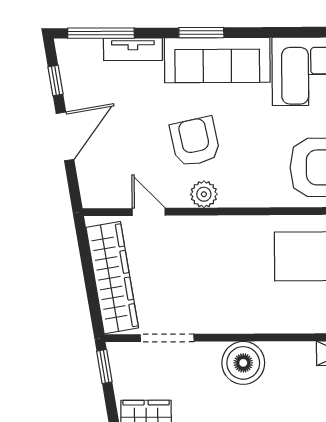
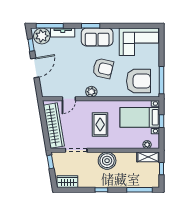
plant: (82, 58) -> (42, 36), added
sofa: (217, 60) -> (97, 37), width x0.73
armchair: (195, 142) -> (103, 68), moved, turned 115
door: (149, 212) -> (69, 99), swing flipped
rug: (226, 275) -> (100, 125), added

